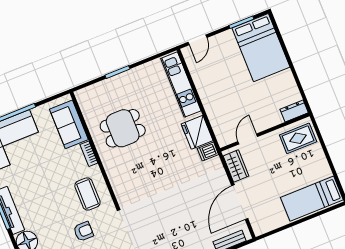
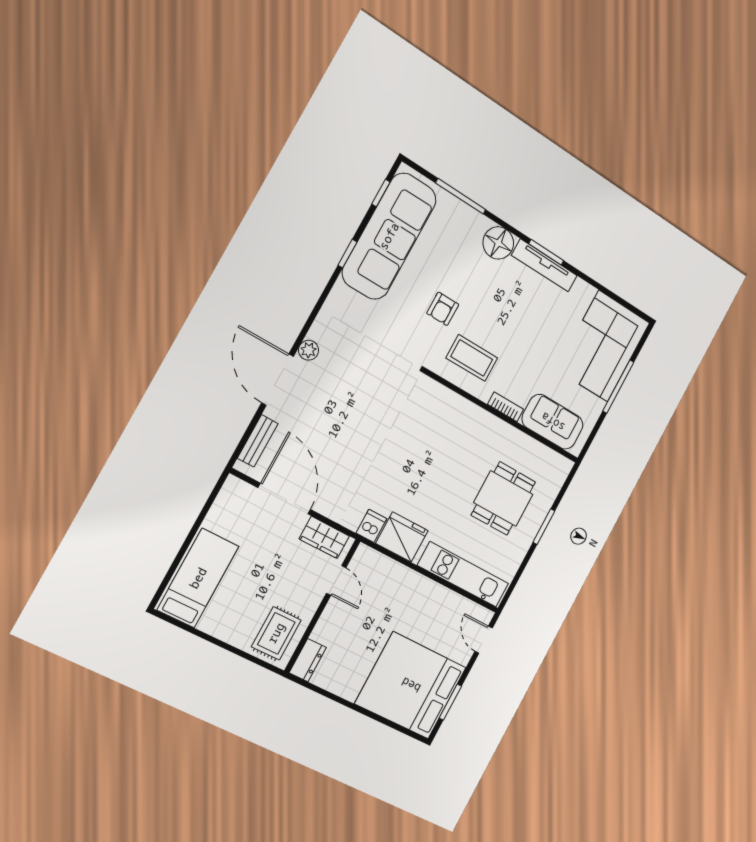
bed: (261, 48) -> (411, 685), width x1.36
dining table: (123, 128) -> (503, 498), moved

